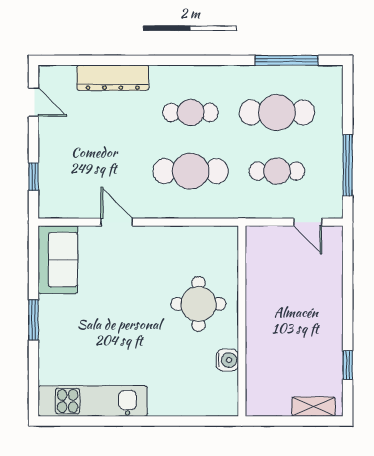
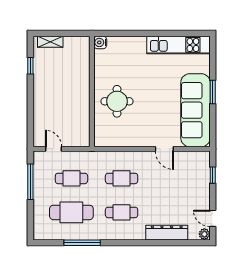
window: (287, 60) -> (82, 243), moved
plant: (48, 75) -> (204, 234), added
cafe table: (191, 171) -> (122, 178), width x0.73, depth x0.74
sofa: (58, 260) -> (196, 110), width x1.85, depth x1.27
water cooler: (227, 360) -> (100, 42), moved

